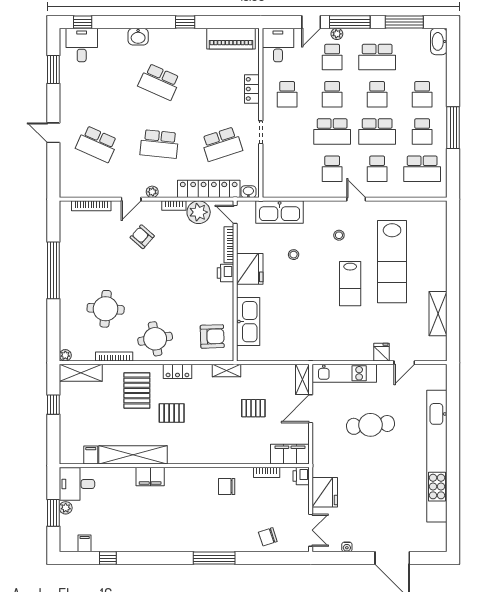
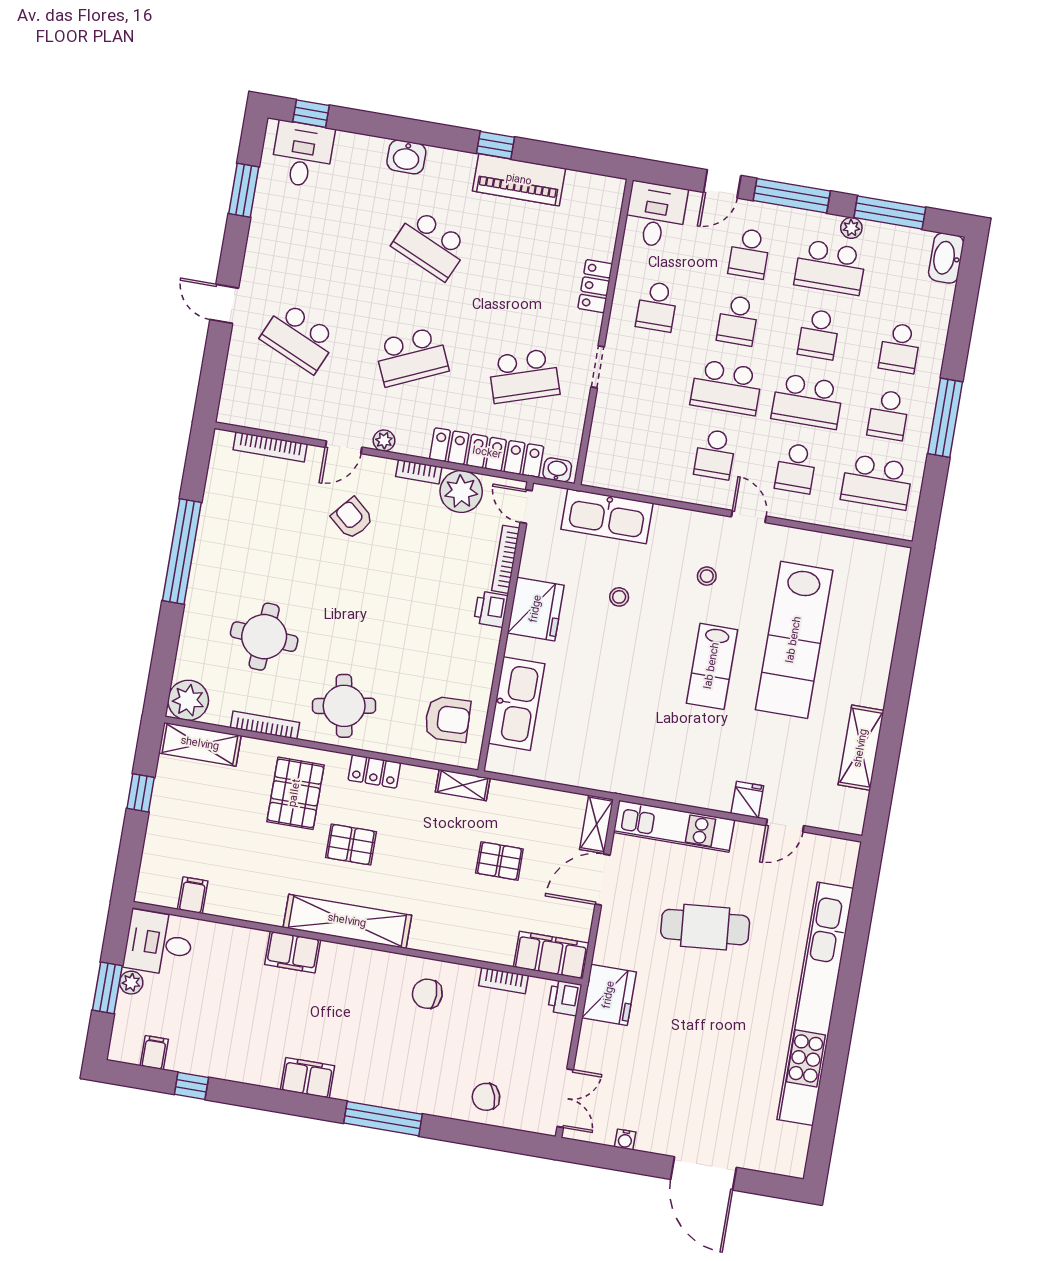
plant: (337, 34) -> (851, 228), moved
piano: (231, 39) -> (519, 180), moved
school desk: (159, 144) -> (412, 357), turned -30
plant: (65, 355) -> (188, 700), width x1.88, depth x1.88
shelving: (133, 455) -> (347, 921), moved
fridge: (325, 492) -> (609, 995), moved
filing cabinet: (170, 543) -> (308, 1078), added

